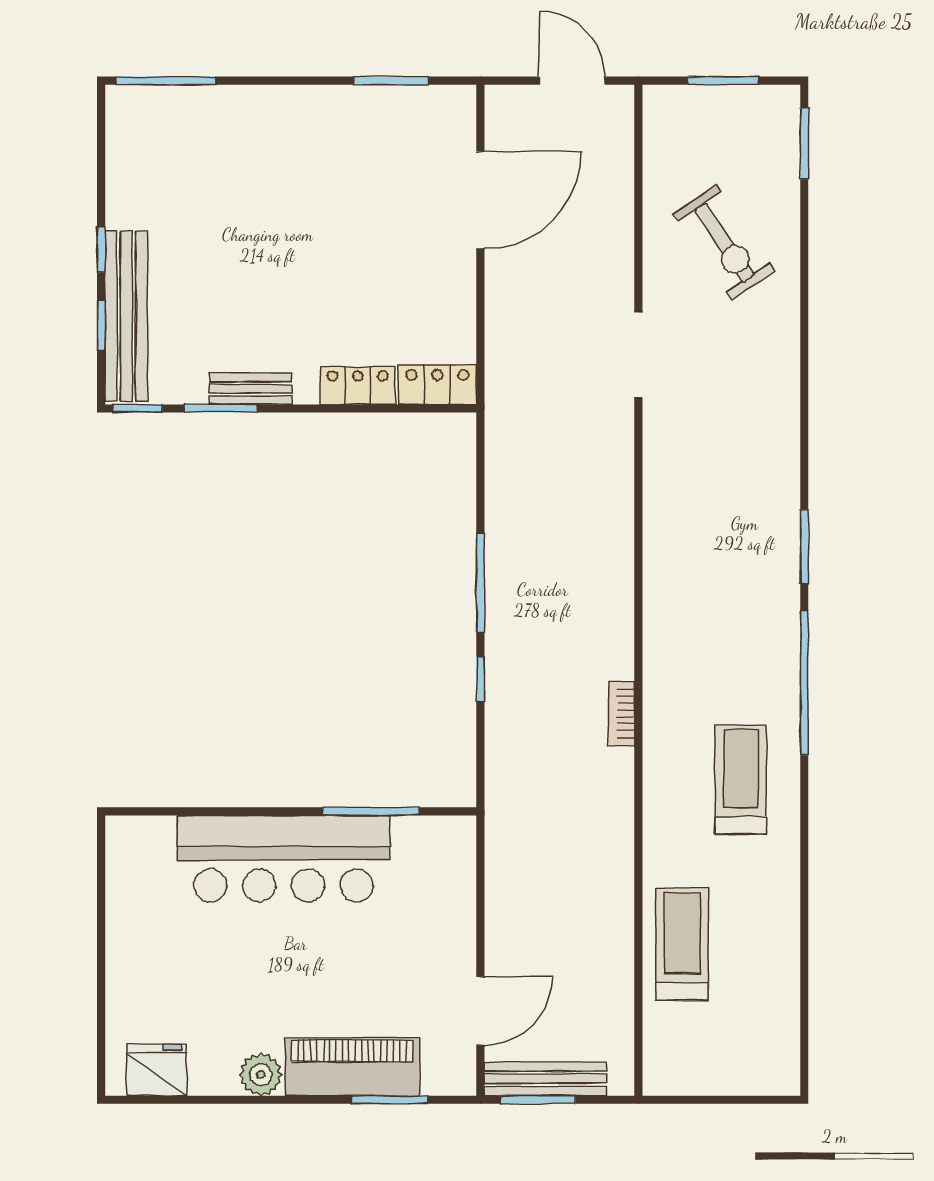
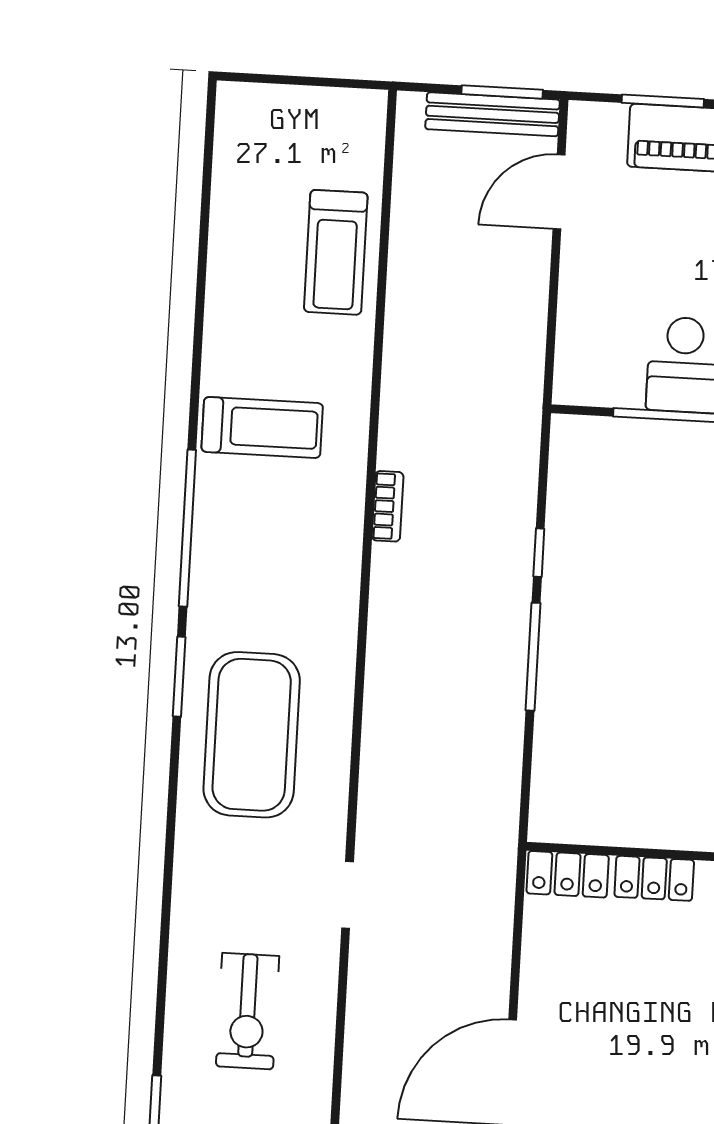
exercise bike: (724, 243) -> (248, 1011), turned -146
doorway: (638, 355) -> (348, 895), width x0.73
exercise mat: (735, 497) -> (252, 735), added
treadmill: (741, 779) -> (262, 427), turned -90

